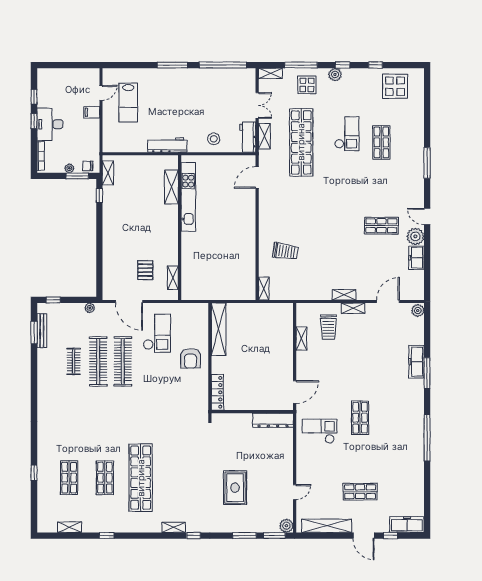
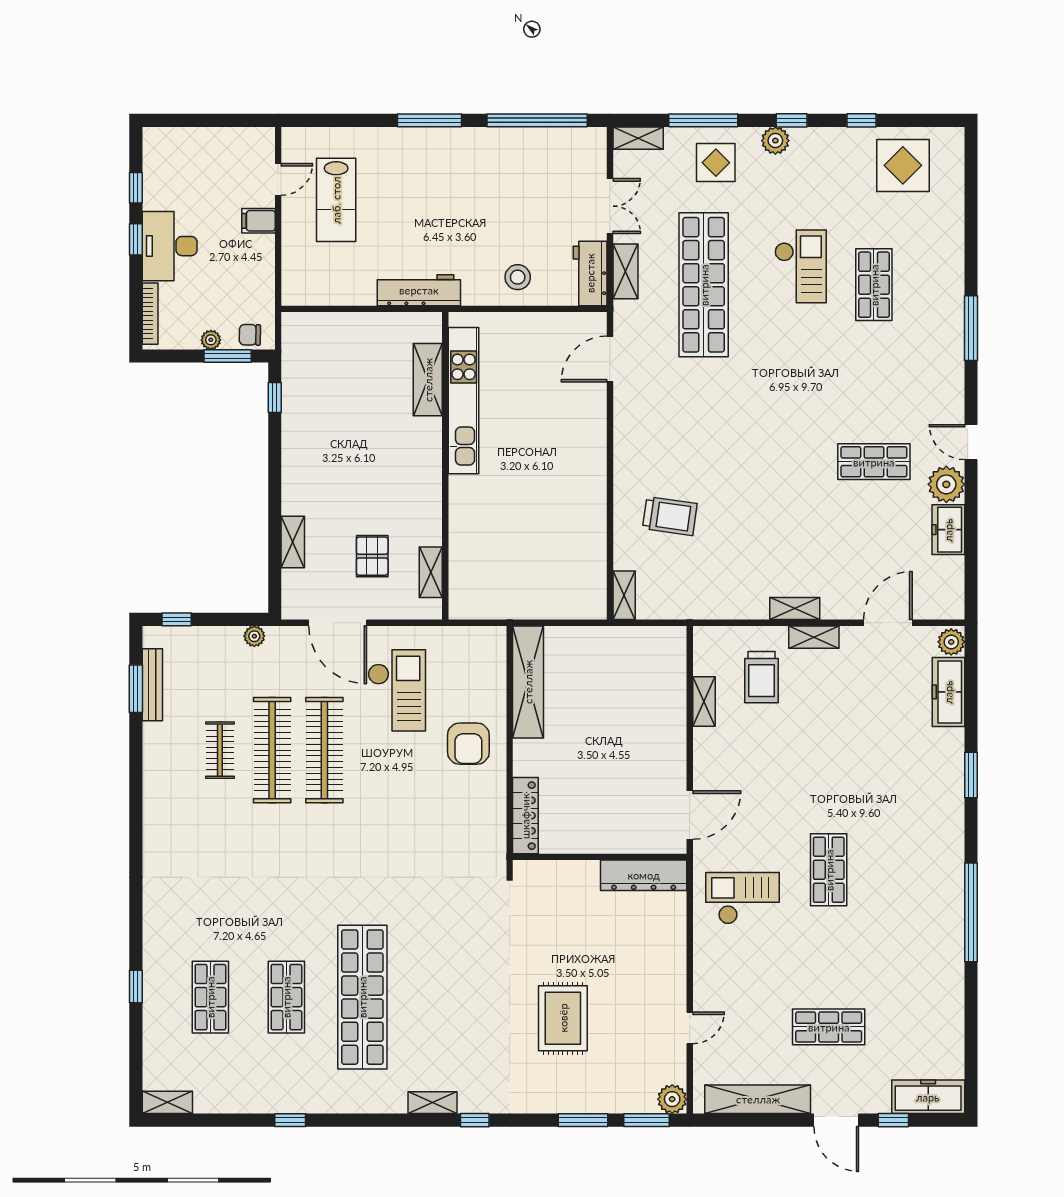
shelving: (108, 173) -> (293, 542), moved
freezer: (416, 362) -> (948, 692), moved
window: (427, 373) -> (971, 775), width x0.69
shelving: (70, 527) -> (167, 1102), moved

